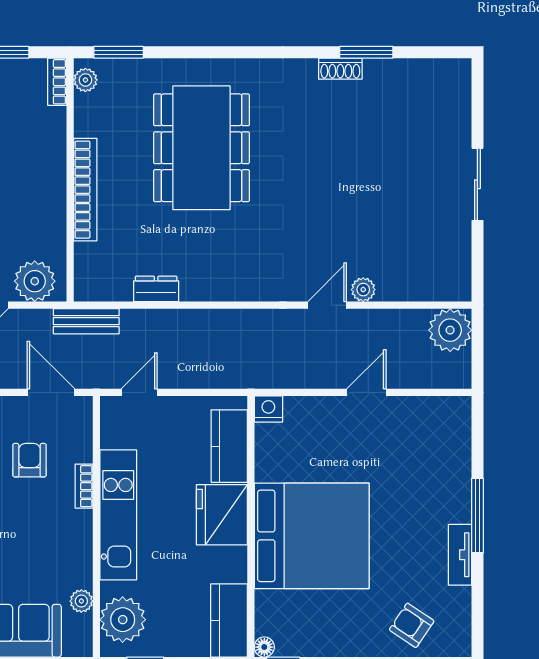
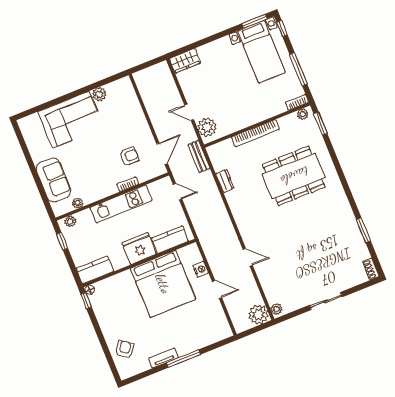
shoe rack: (340, 69) -> (371, 269), moved
plant: (363, 290) -> (276, 309), moved
nightstand: (268, 409) -> (201, 269), moved
bed: (312, 536) -> (163, 284), moved
plant: (123, 620) -> (70, 221), width x0.53, depth x0.53

